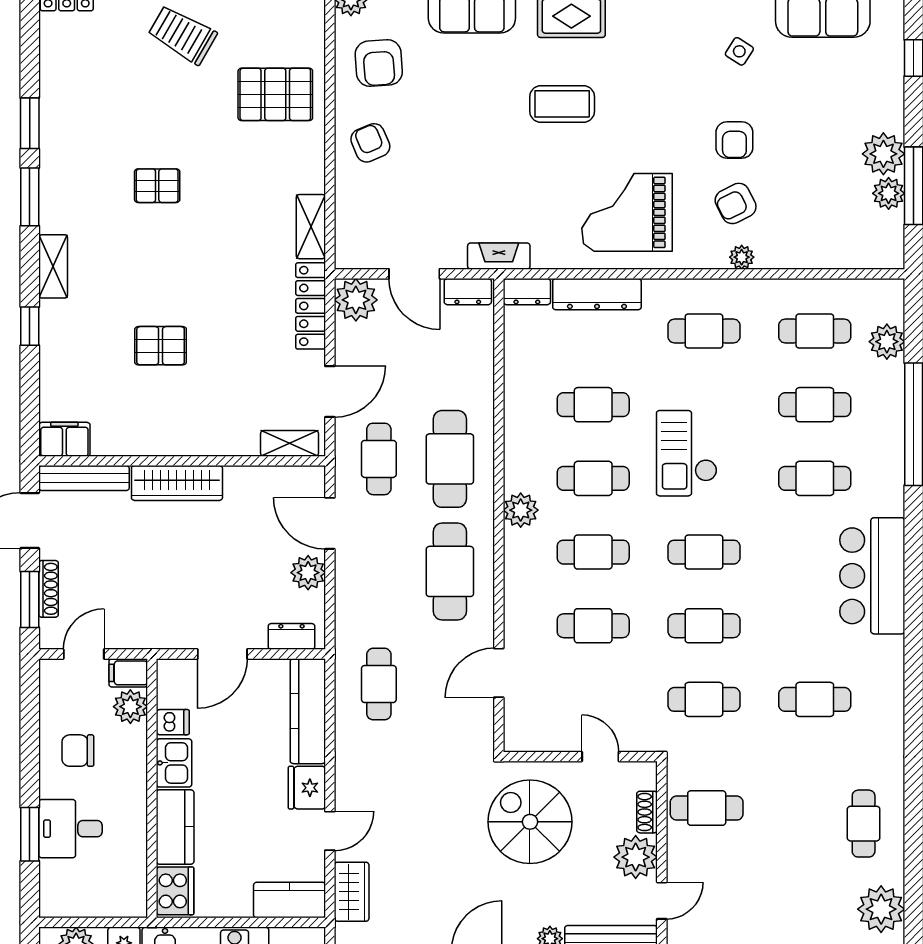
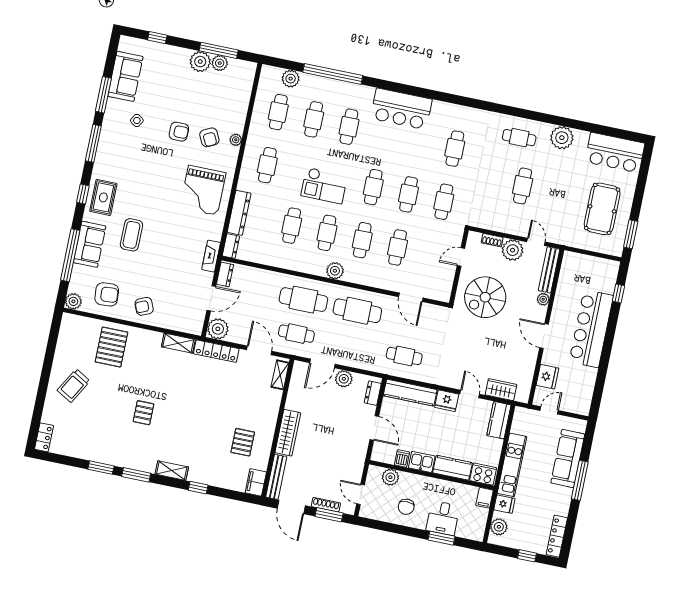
coffee table: (562, 104) -> (131, 235), moved
pallet: (161, 346) -> (243, 442), moved
filing cabinet: (128, 673) -> (485, 498), moved
cafe table: (707, 808) -> (523, 186), moved

